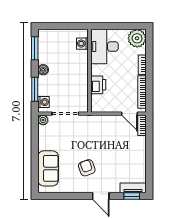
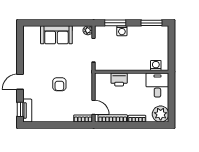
desk: (104, 46) -> (157, 85), width x0.73
boiler: (43, 70) -> (133, 30), removed
washing machine: (44, 102) -> (122, 31), moved
door: (129, 114) -> (94, 107), swing flipped
sofa: (48, 168) -> (56, 35), moved
armchair: (87, 168) -> (59, 84), moved, turned 110

